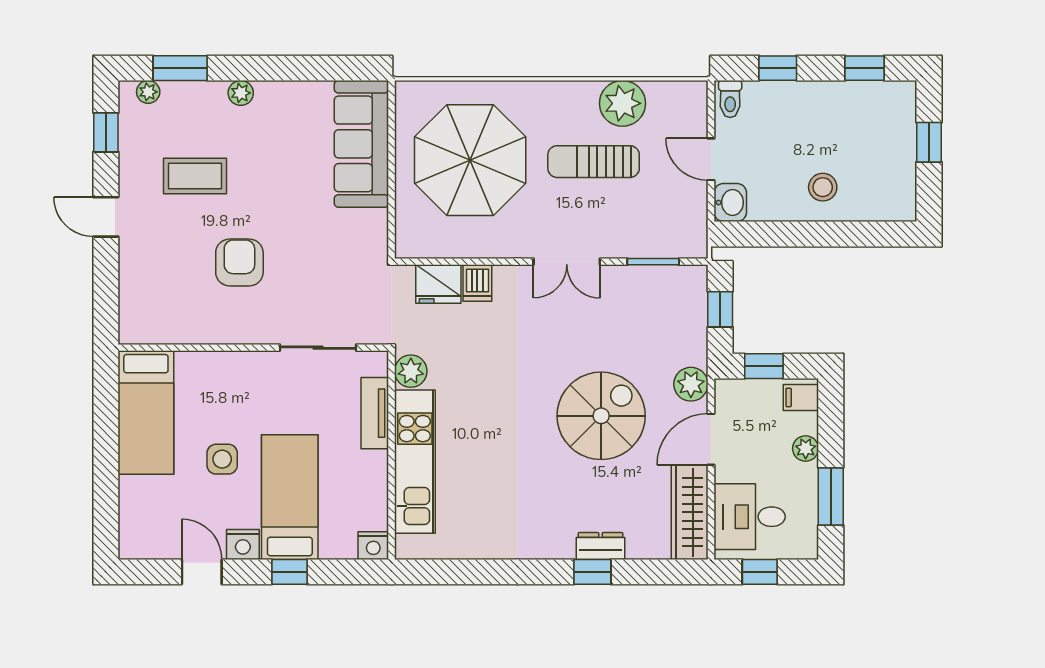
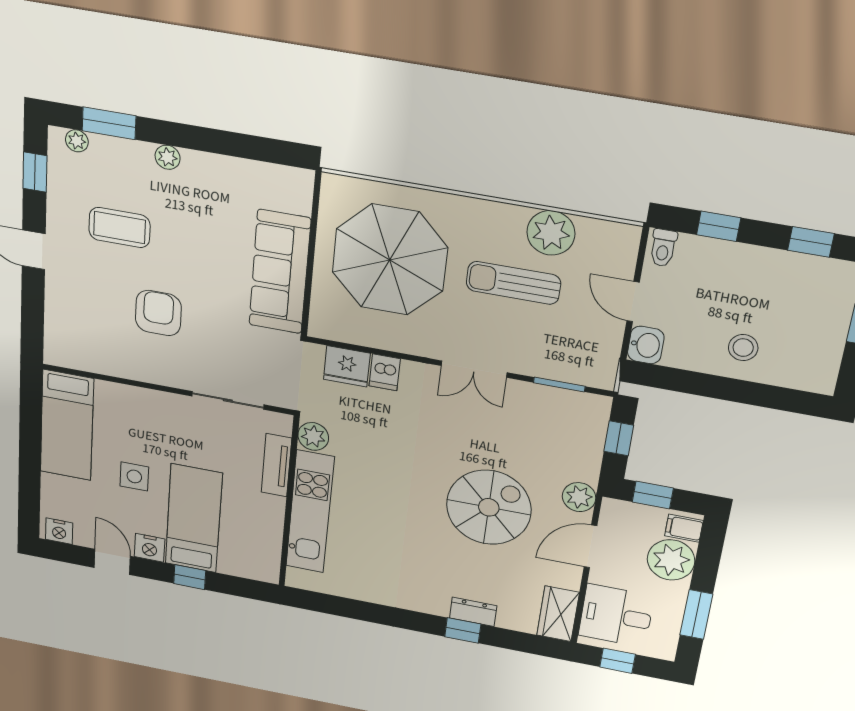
sofa: (361, 144) -> (280, 272), moved
plant: (806, 448) -> (671, 560), width x1.87, depth x1.87
wardrobe: (690, 512) -> (558, 614), width x0.67
nightstand: (373, 546) -> (59, 531), moved

